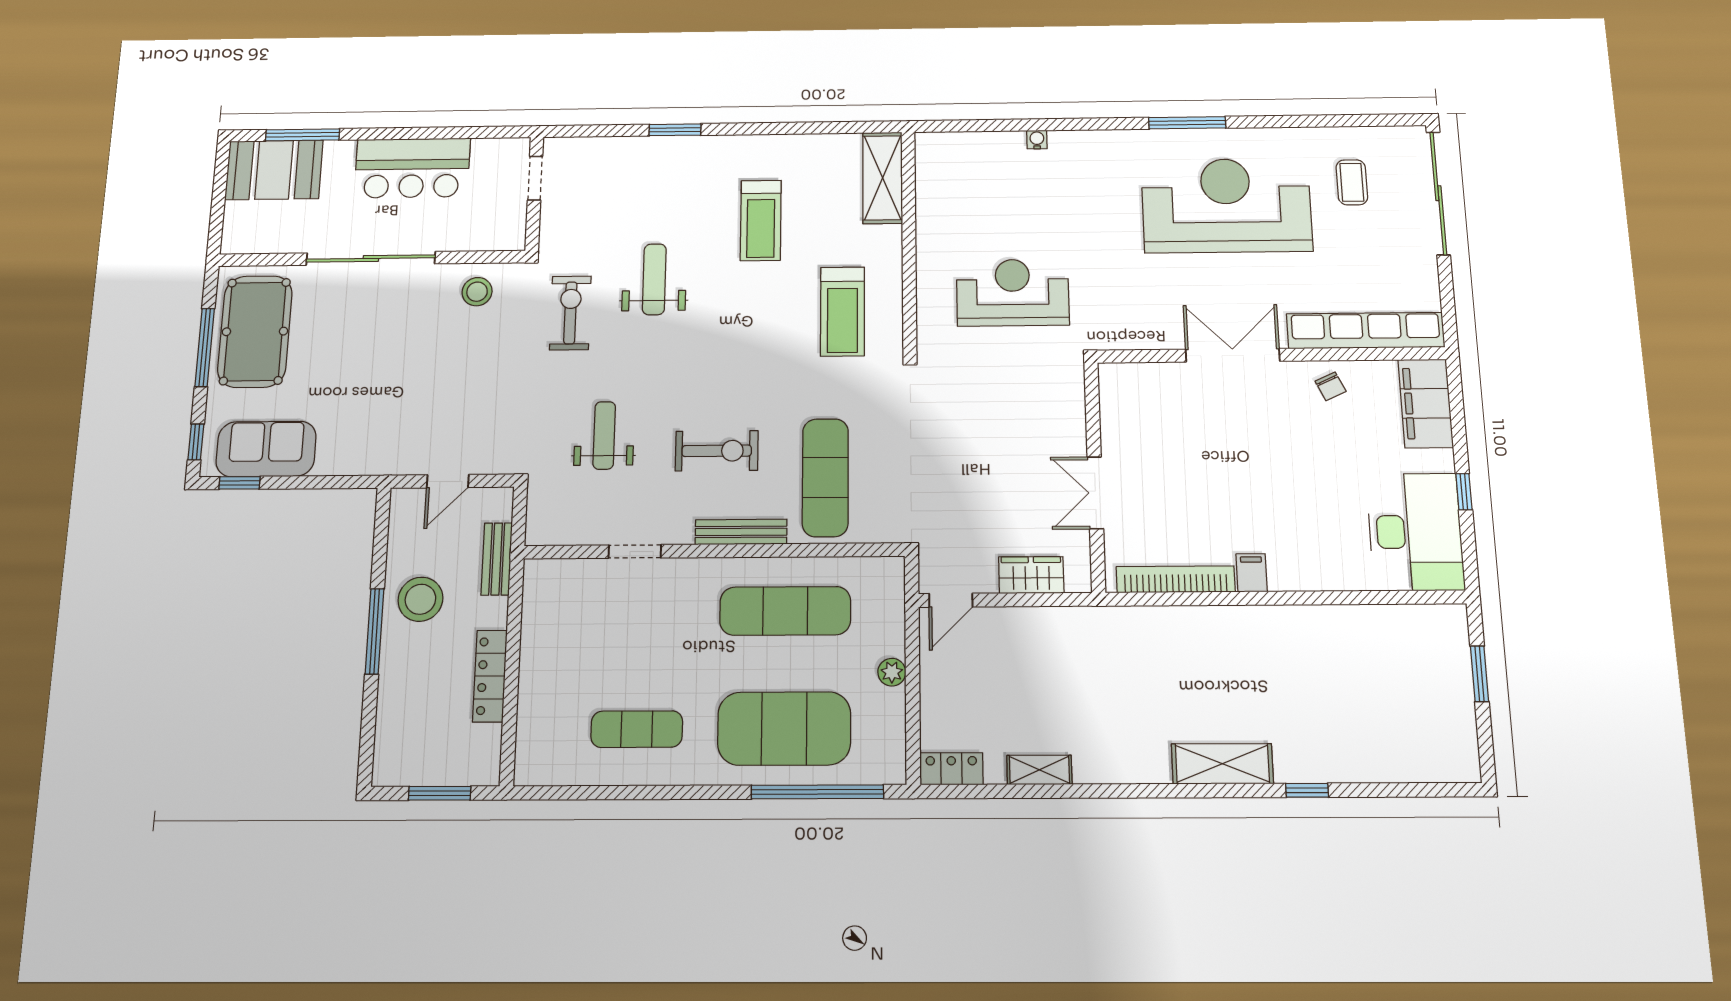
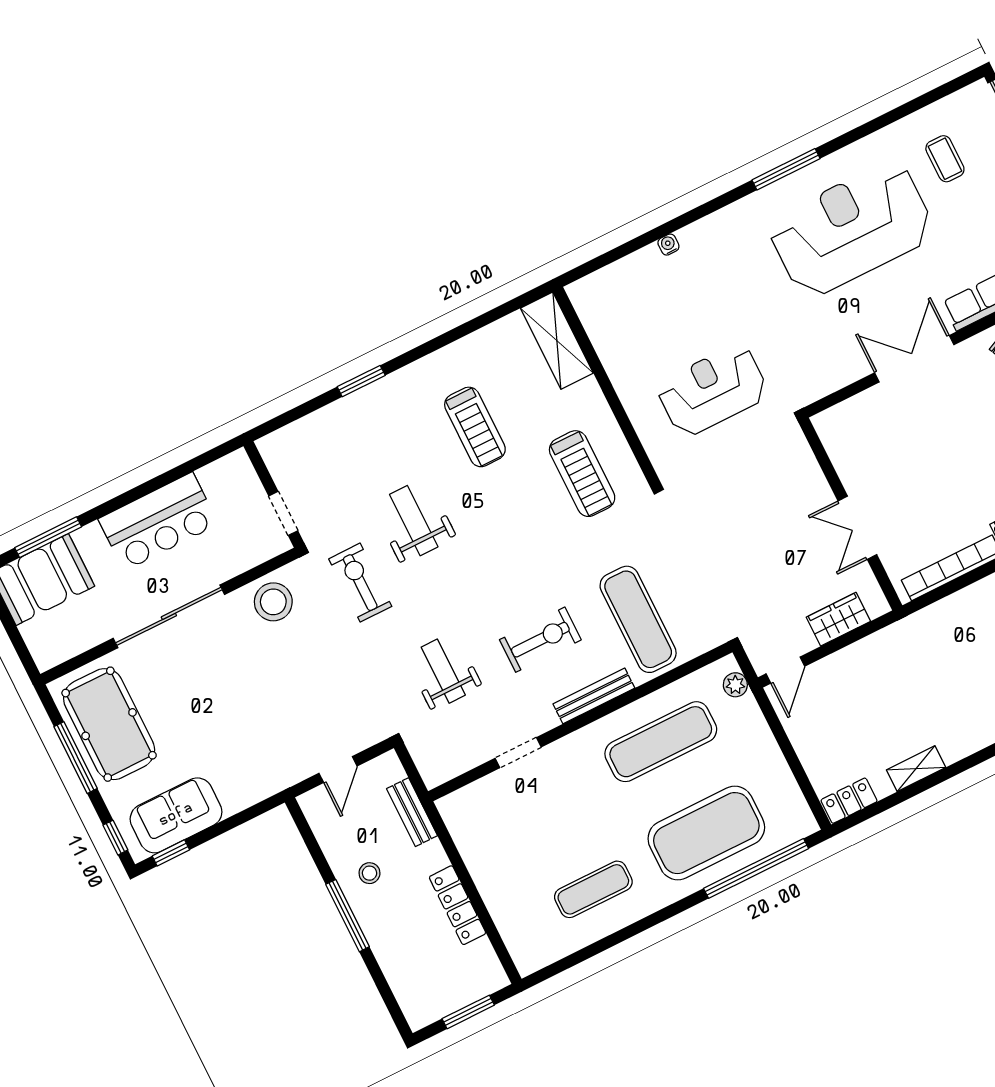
doorway: (535, 178) -> (283, 513), moved
stool: (477, 292) -> (273, 602), width x1.38, depth x1.38
stool: (420, 599) -> (369, 873), width x0.53, depth x0.53
plant: (892, 672) -> (735, 685), moved

